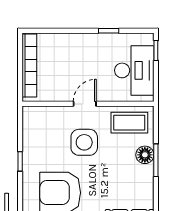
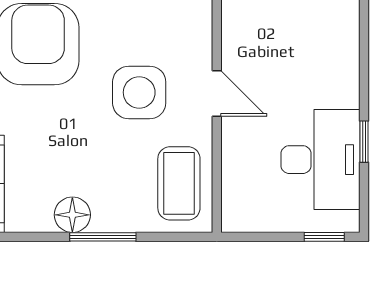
desk: (134, 70) -> (320, 160), moved, turned -90
floor lamp: (145, 155) -> (72, 215), moved

